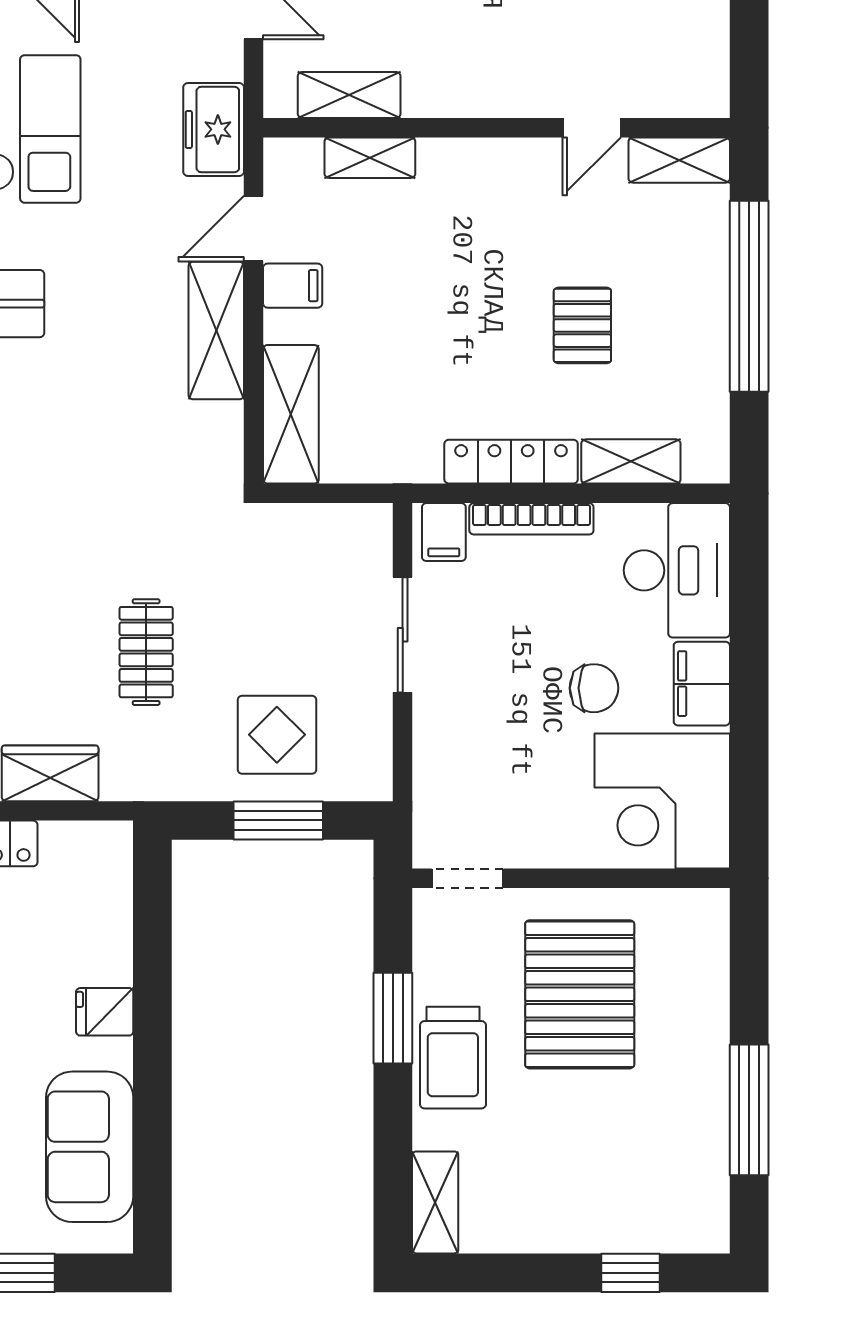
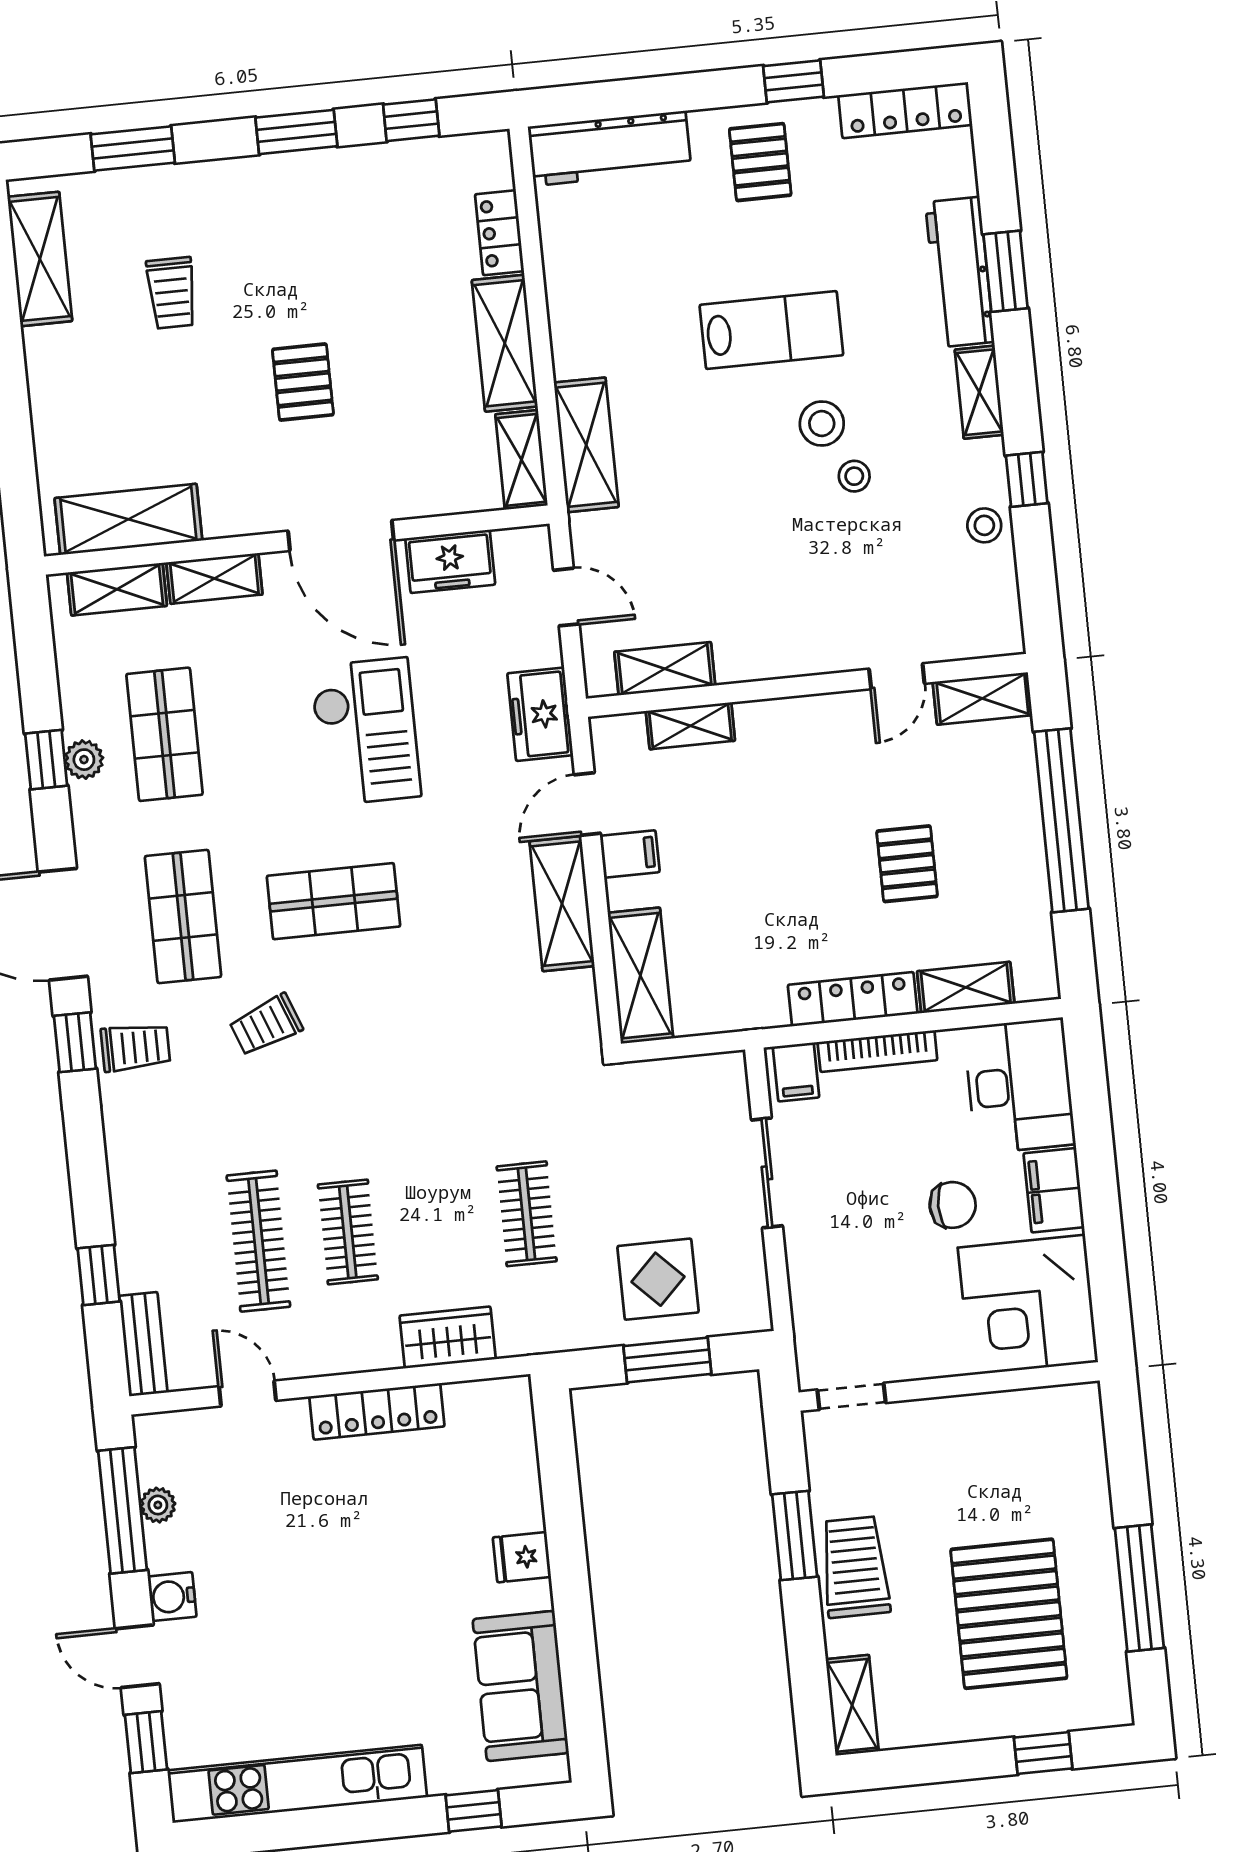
pallet: (580, 994) -> (1009, 1614), moved
trolley: (453, 1058) -> (855, 1567), turned 180

